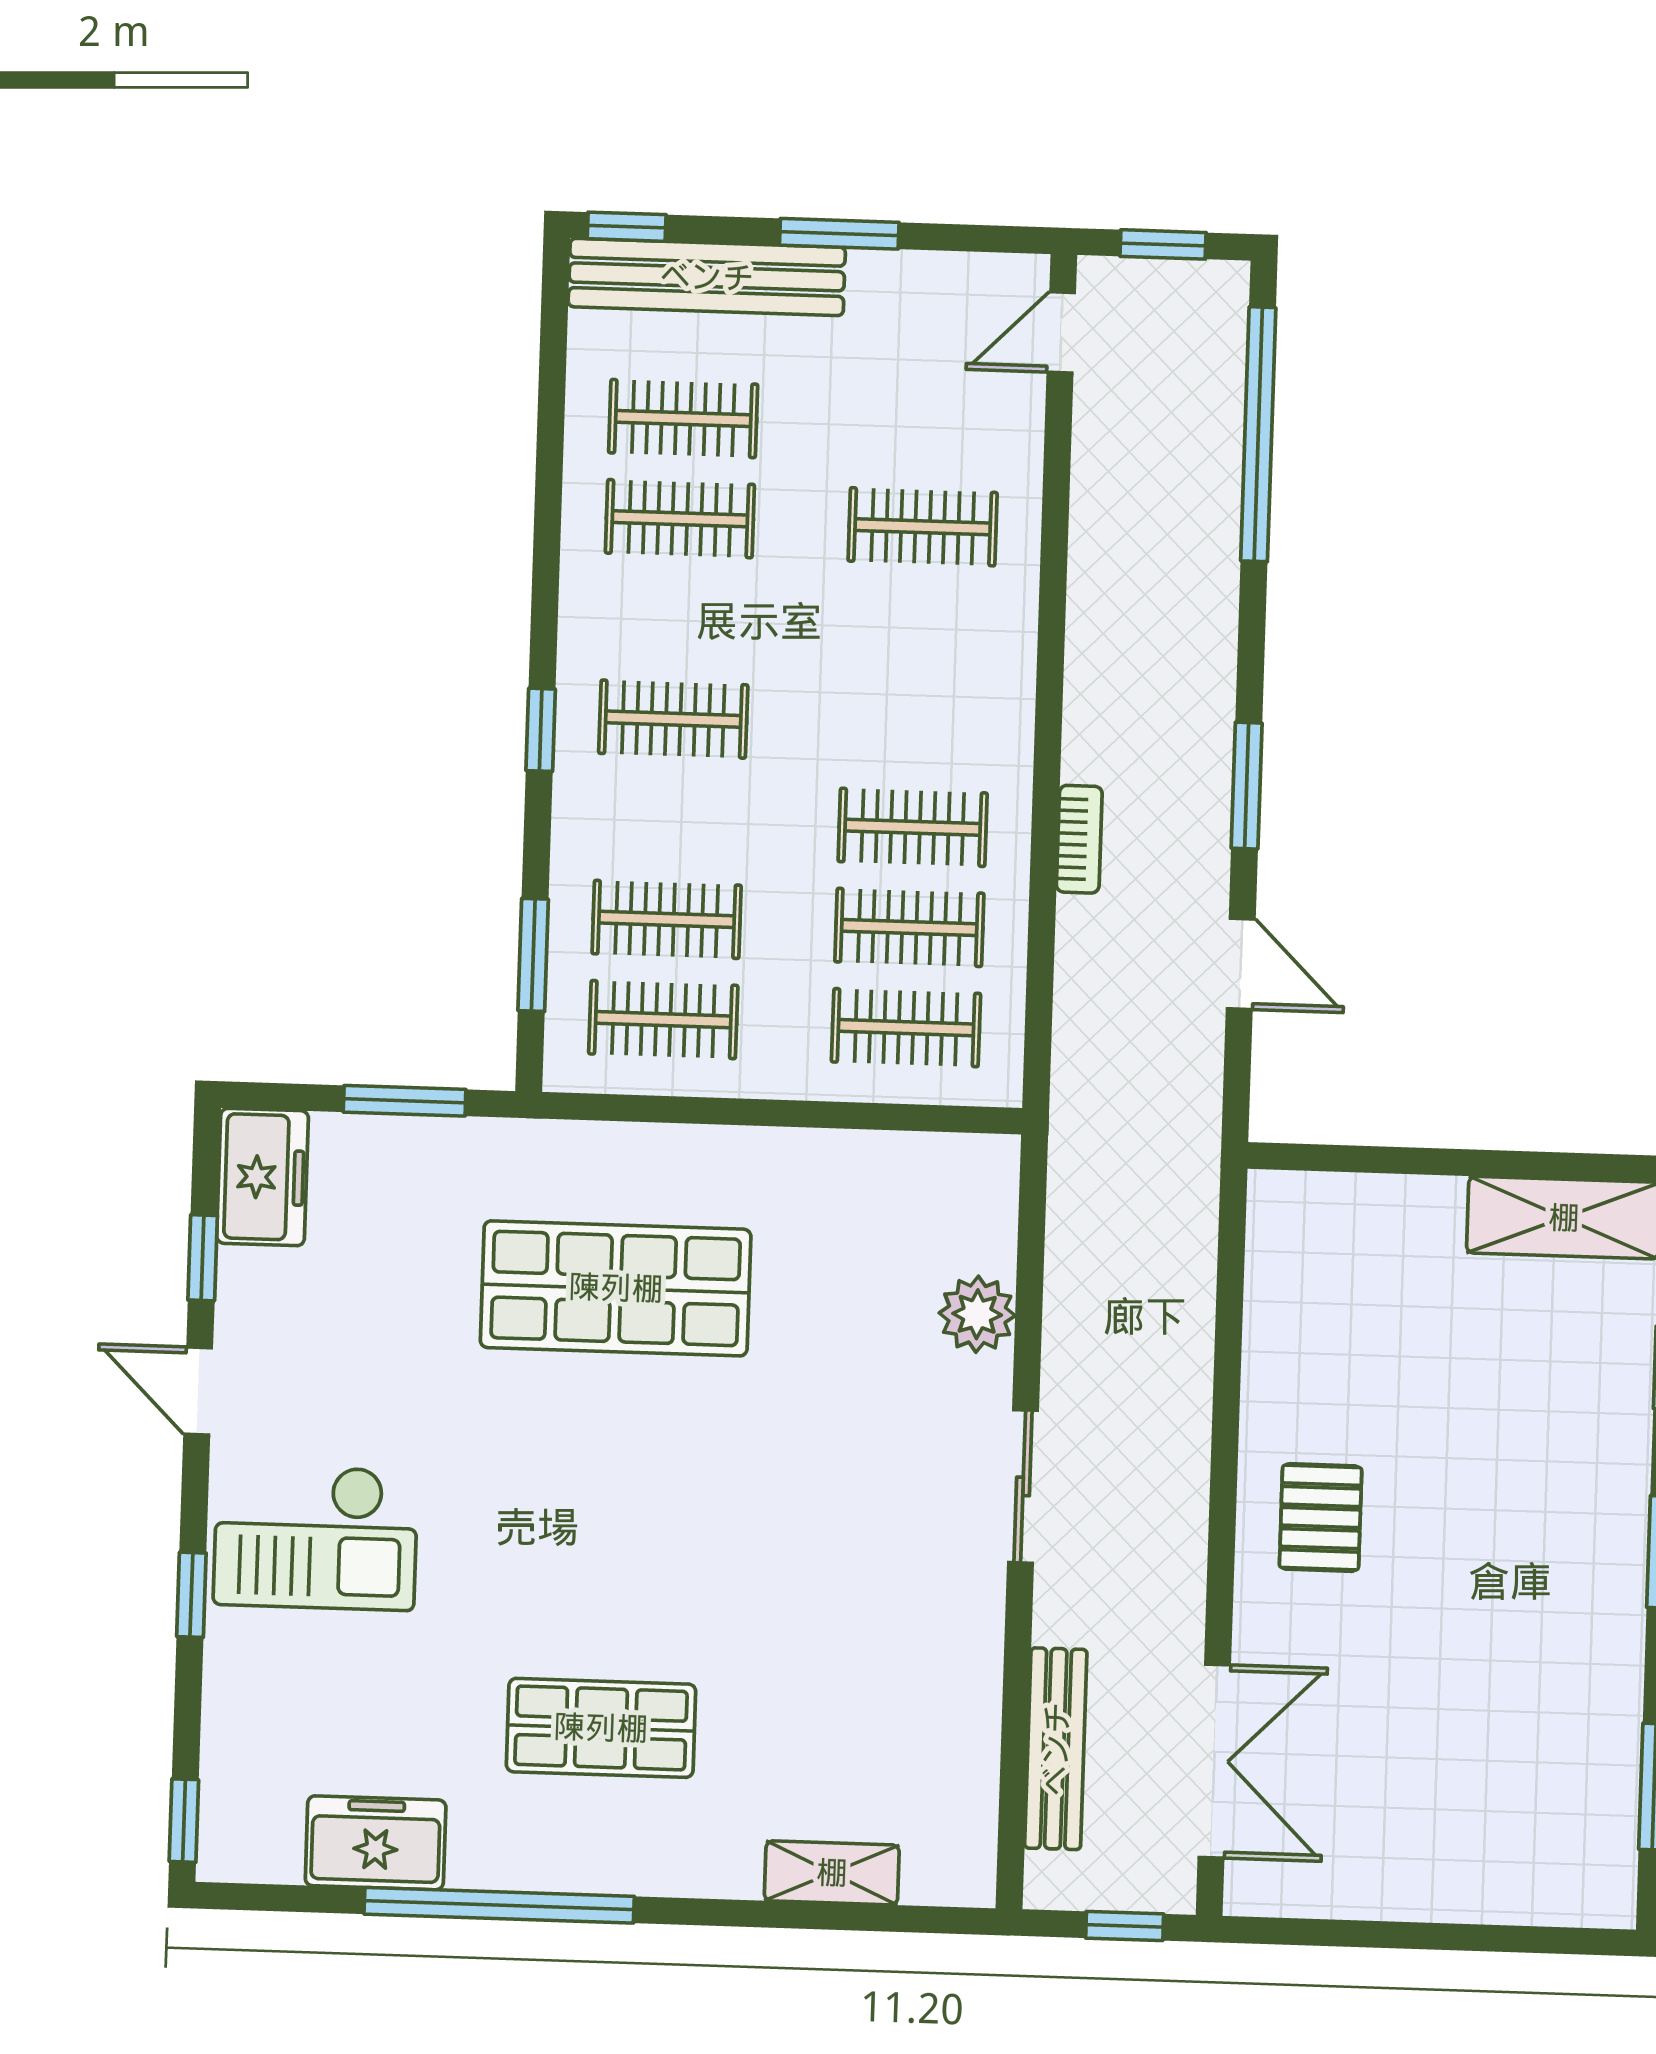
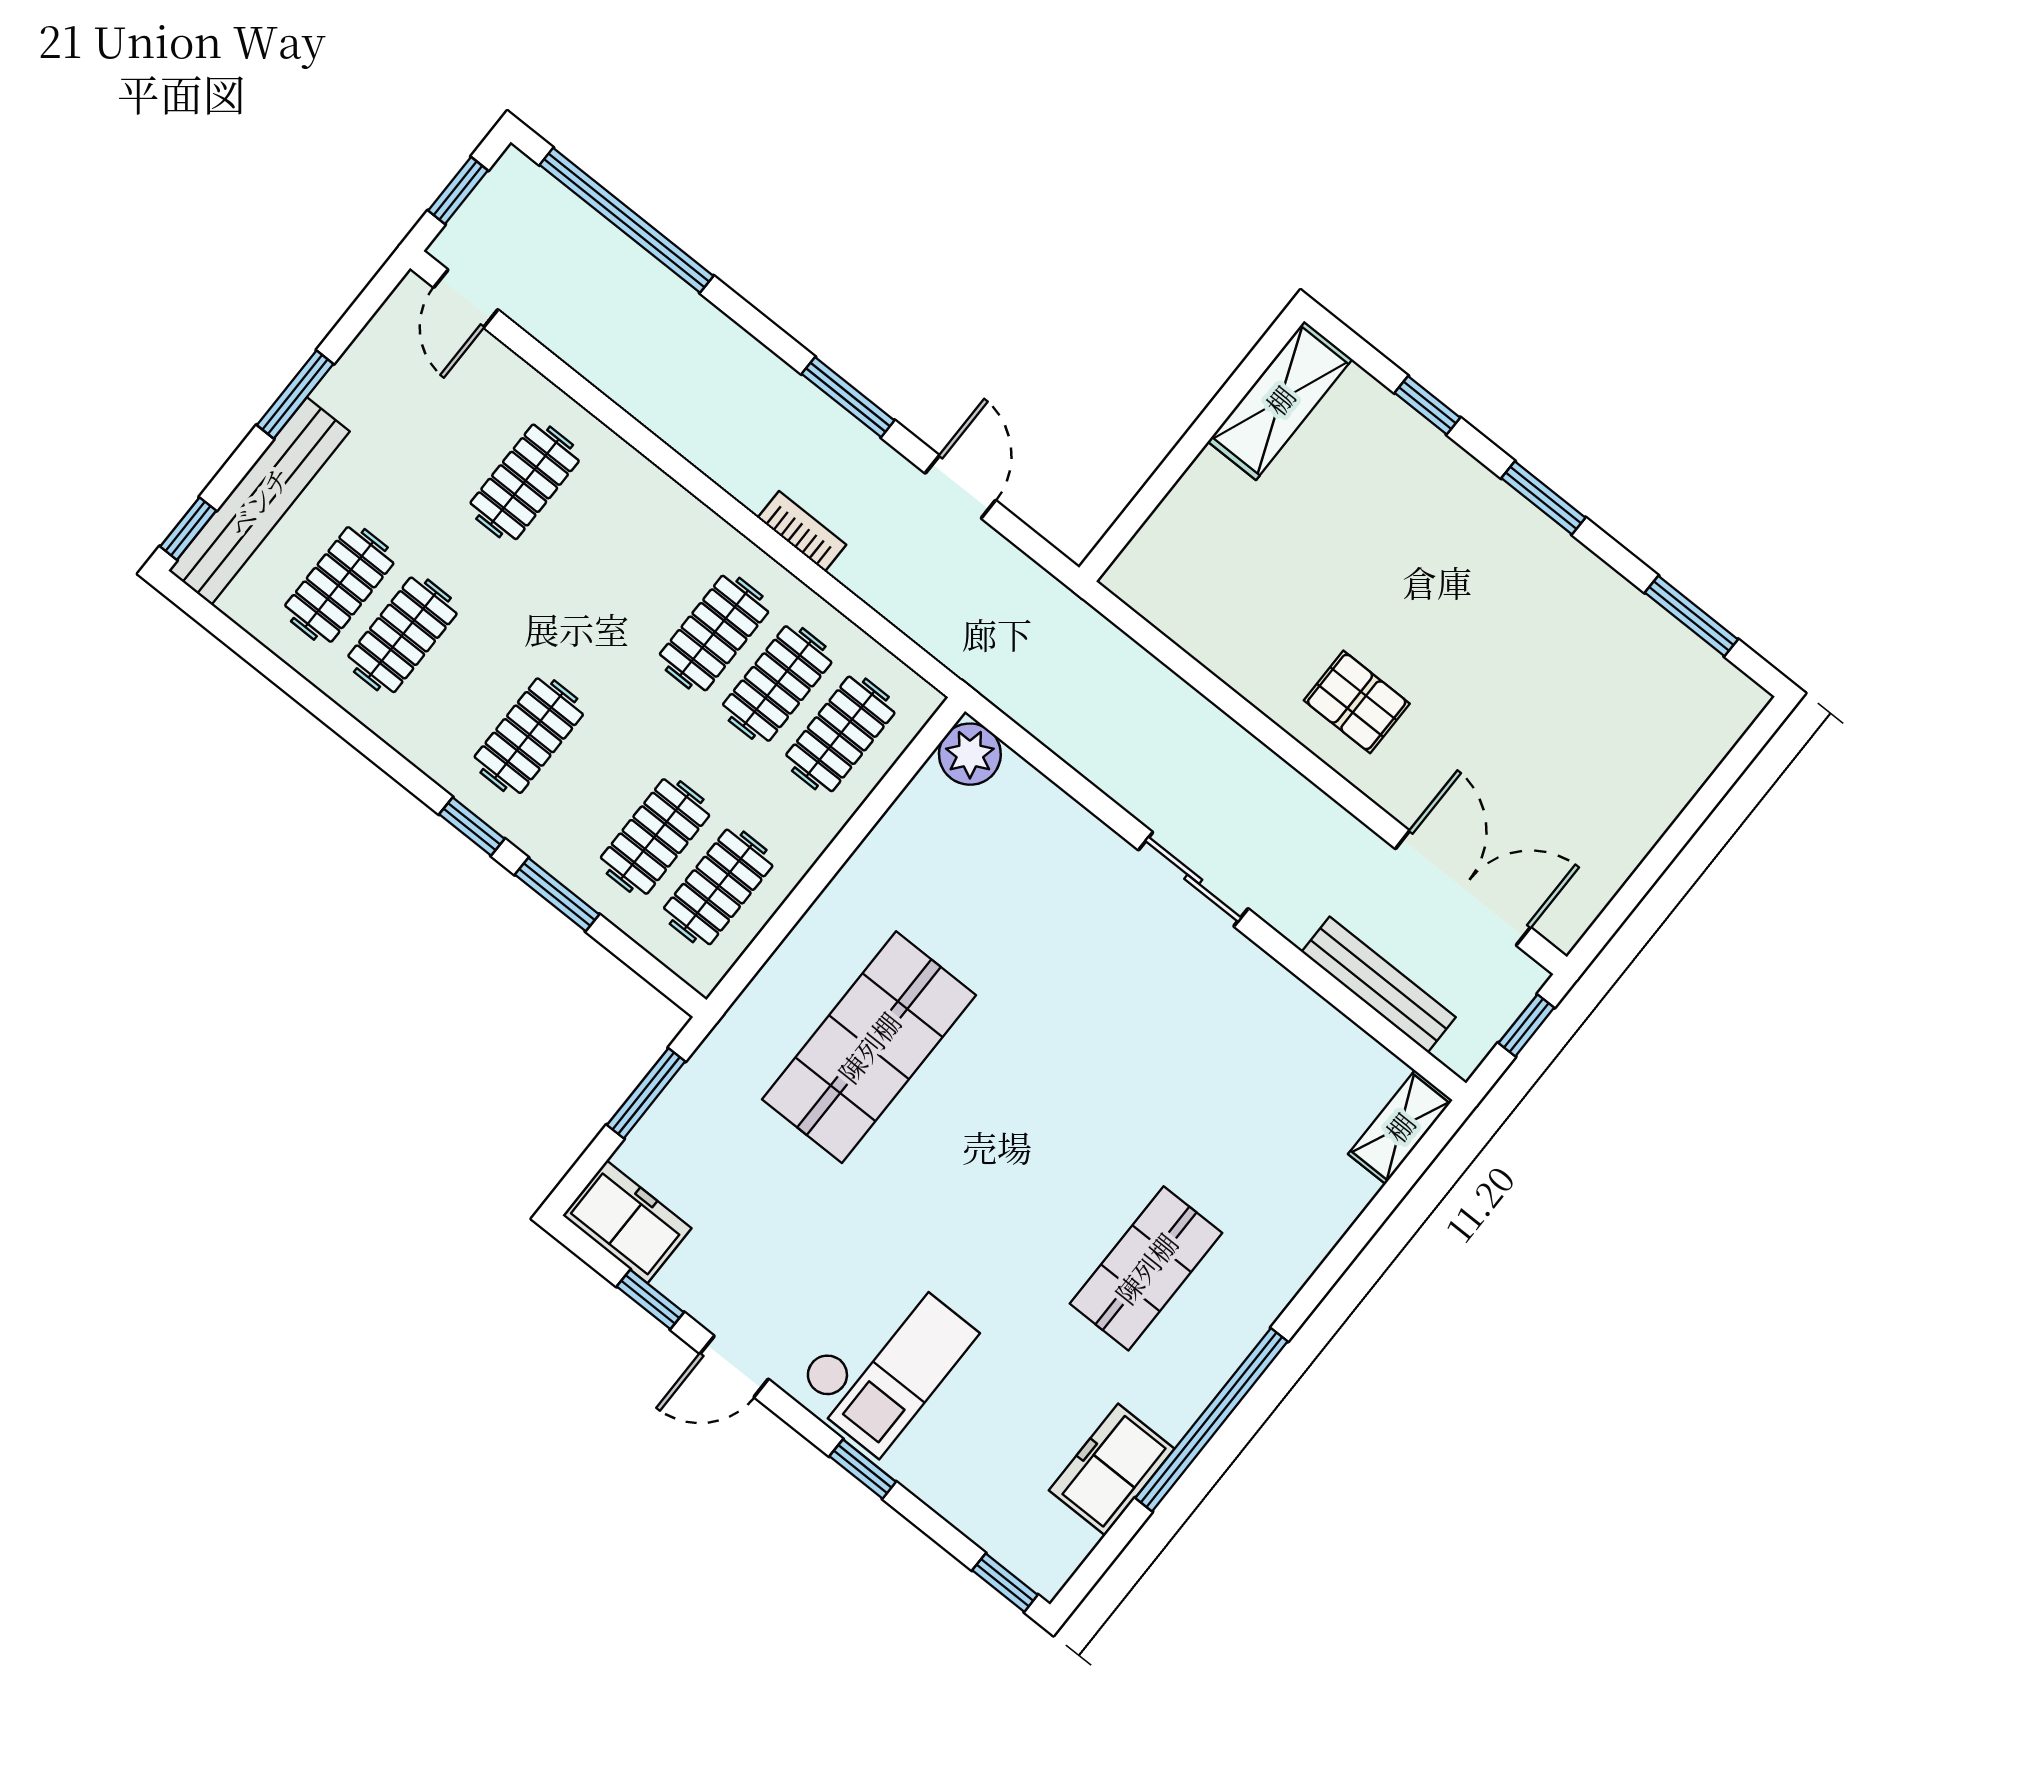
window: (533, 955) -> (557, 895), moved
door: (1241, 964) -> (960, 487), hinge flipped
plant: (977, 1314) -> (970, 754), moved
shelving: (832, 1873) -> (1400, 1127), moved

